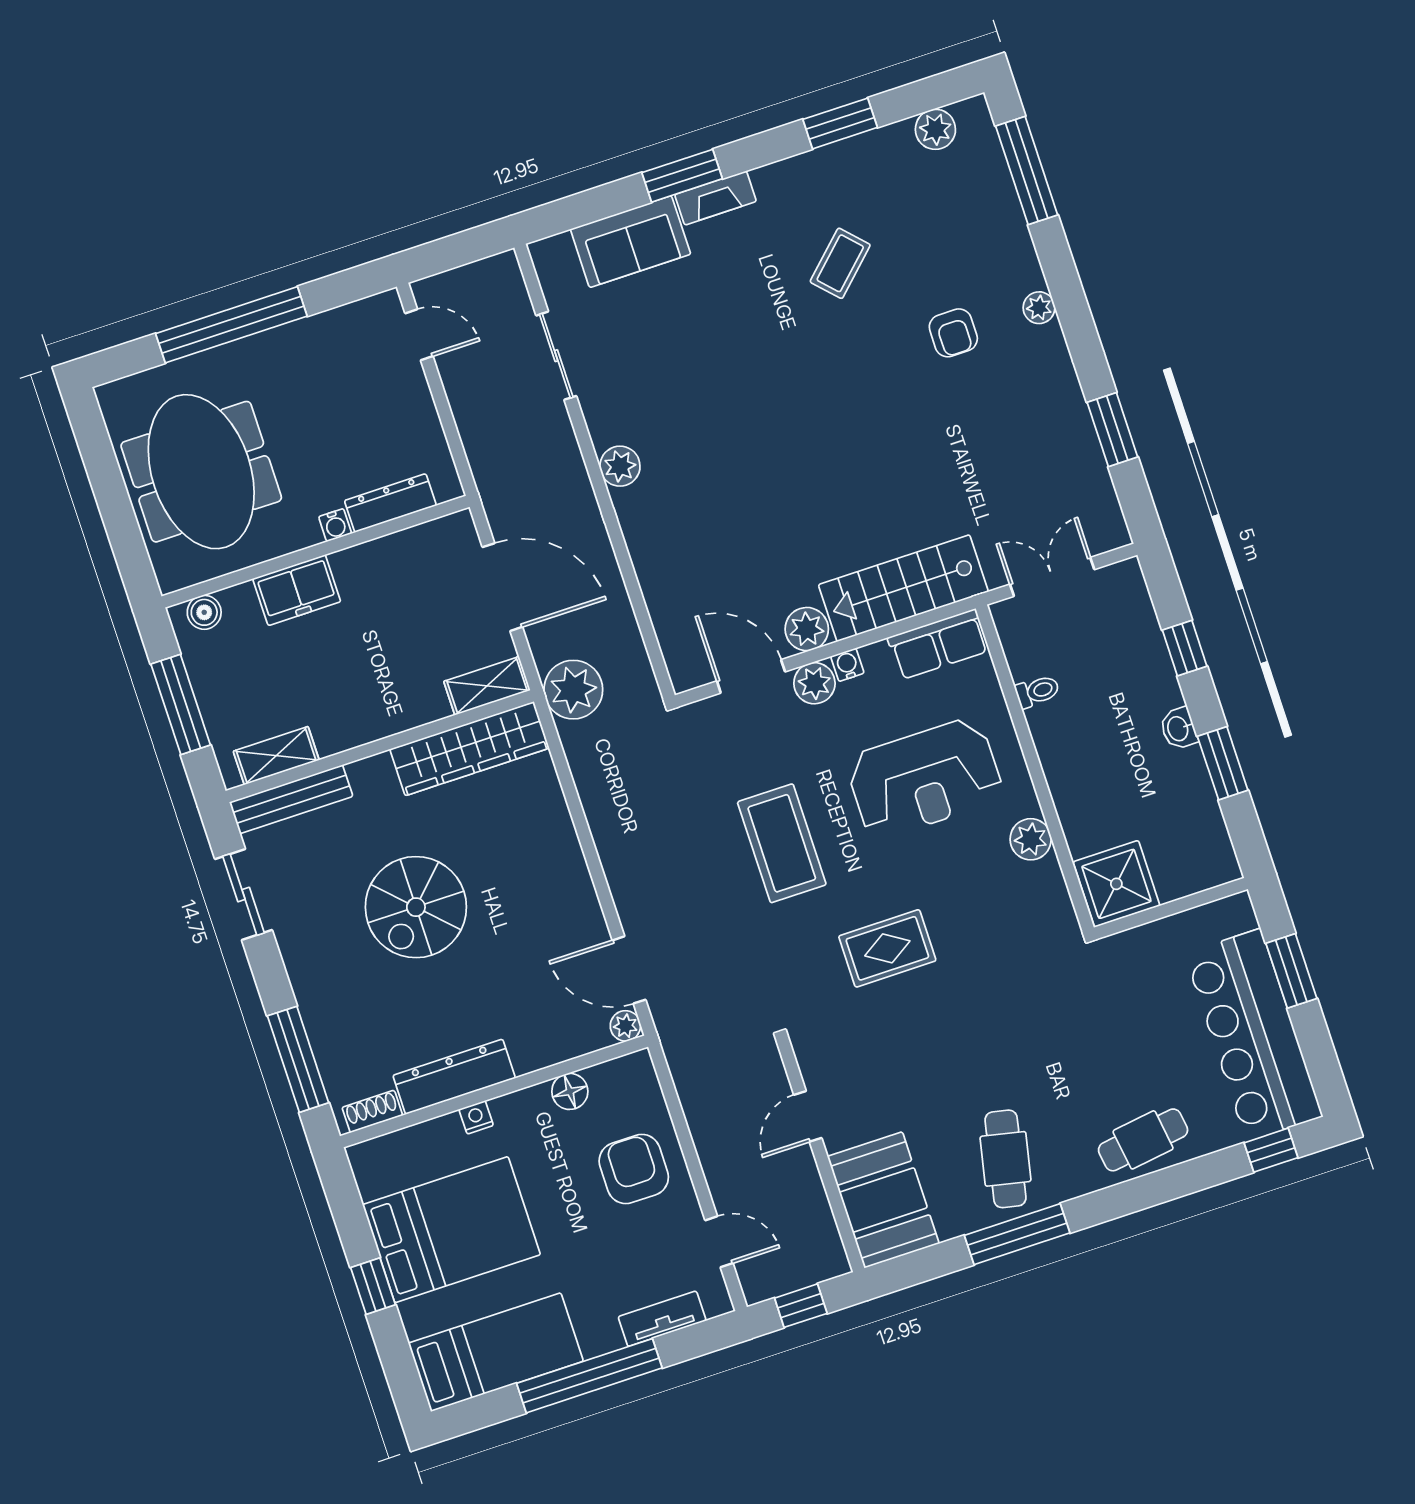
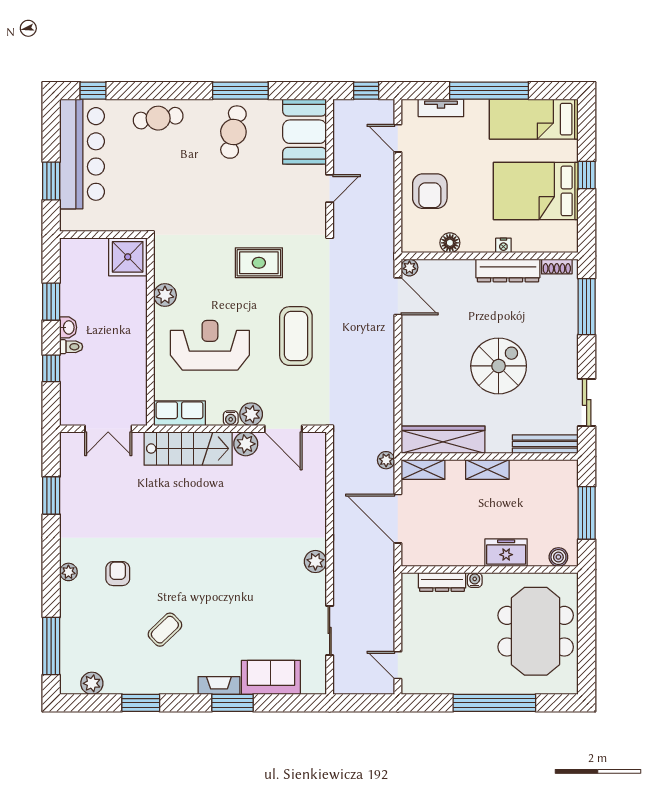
plant: (573, 690) -> (386, 460), width x0.53, depth x0.53
toilet: (1037, 691) -> (71, 347), moved, turned 180
shelving: (276, 756) -> (487, 469), moved

